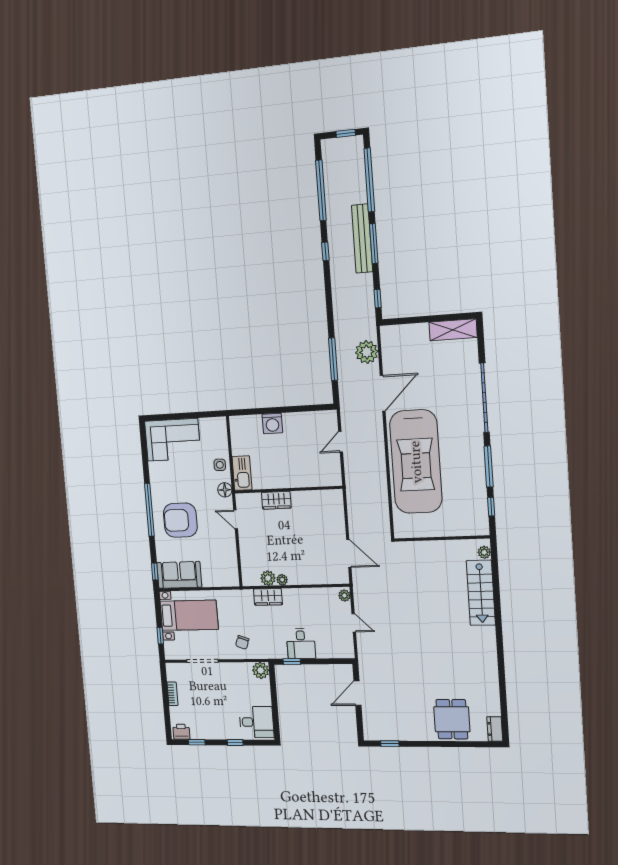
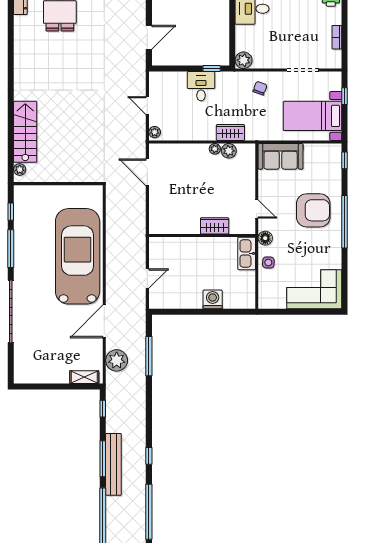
shelving: (453, 330) -> (84, 377), moved, width x0.67, depth x0.75
sofa: (179, 575) -> (281, 156), moved

